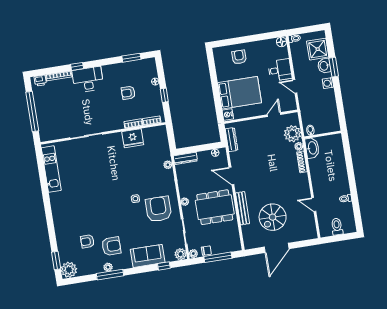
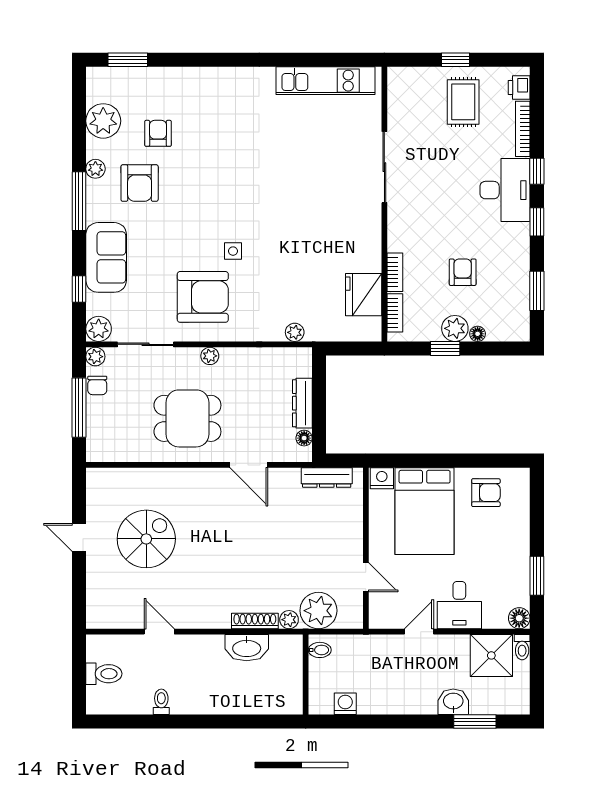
window: (261, 37) -> (537, 576), added
shower: (318, 49) -> (491, 655), moved
armchair: (239, 57) -> (486, 493), moved
window: (100, 63) -> (537, 222), added
window: (334, 67) -> (475, 722), moved
washing machine: (328, 83) -> (345, 704), moved
plant: (154, 92) -> (455, 328), added
rug: (51, 105) -> (463, 102), added
window: (32, 111) -> (456, 60), width x0.32
fridge: (133, 138) -> (364, 295), moved
washbasin: (312, 148) -> (247, 648), moved
dresser: (185, 158) -> (302, 403), moved
door: (231, 176) -> (249, 465), swing flipped
door: (314, 205) -> (159, 632), hinge flipped
dining table: (215, 207) -> (187, 418), width x0.73
bench: (243, 208) -> (176, 478), removed
spiral stairs: (273, 217) -> (146, 539), turned 90
door: (277, 248) -> (79, 537), width x0.53
plant: (69, 270) -> (103, 121), moved
window: (110, 275) -> (79, 201), moved

